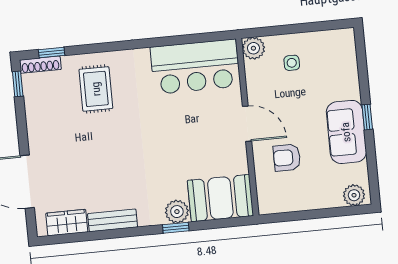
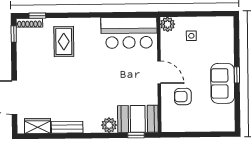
plant: (354, 195) -> (224, 125), removed
window: (176, 228) -> (136, 135), moved

